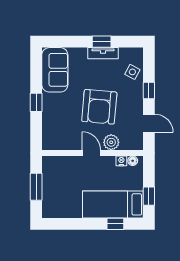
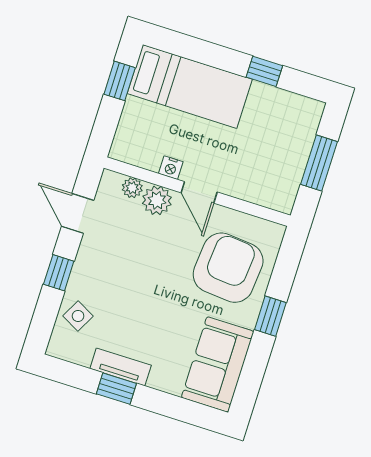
armchair: (99, 107) -> (228, 268), moved
plant: (126, 145) -> (132, 188), added
nightstand: (121, 161) -> (171, 168), moved
floor lamp: (133, 161) -> (129, 155), removed
window: (115, 224) -> (264, 71), moved

